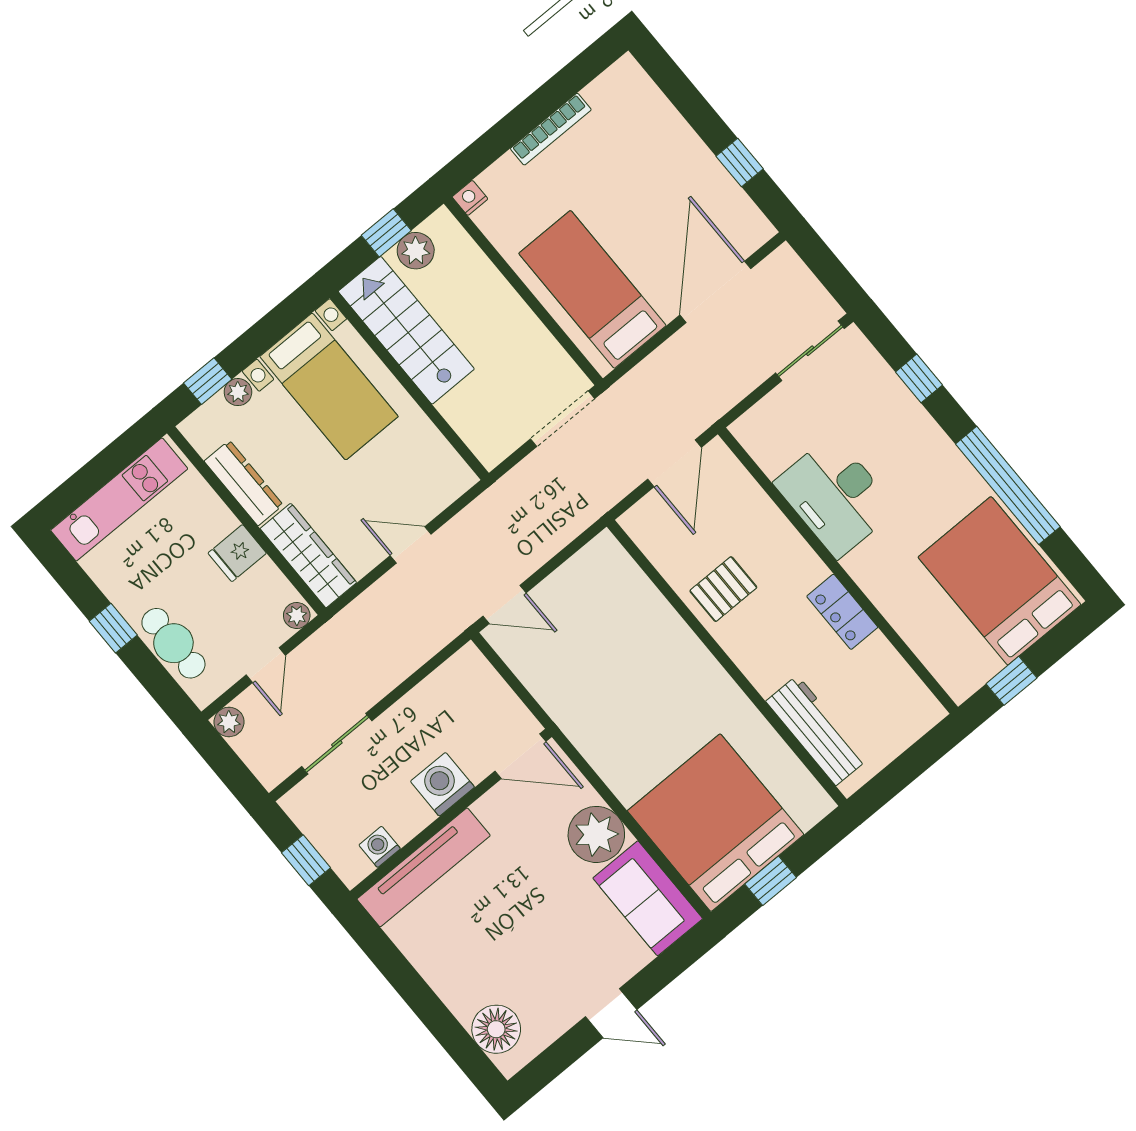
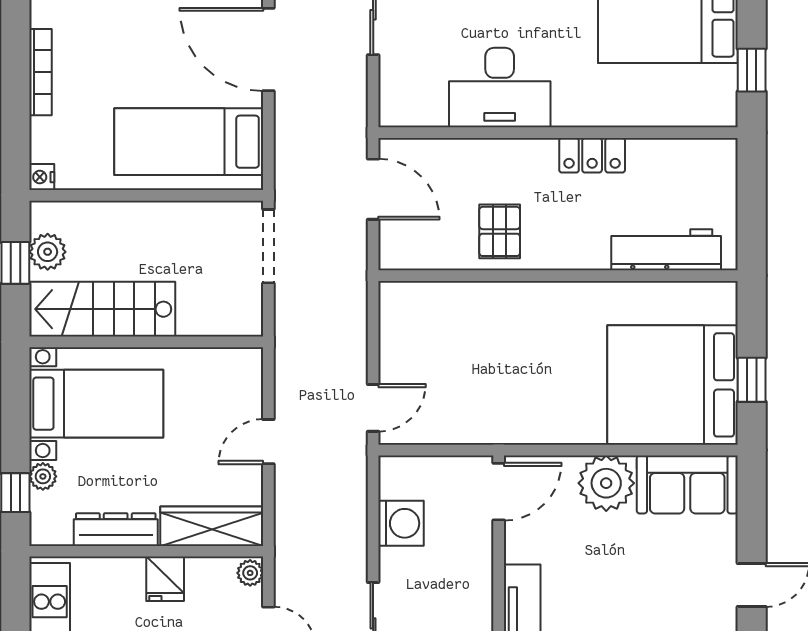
washing machine: (442, 784) -> (401, 523), moved, turned 180

